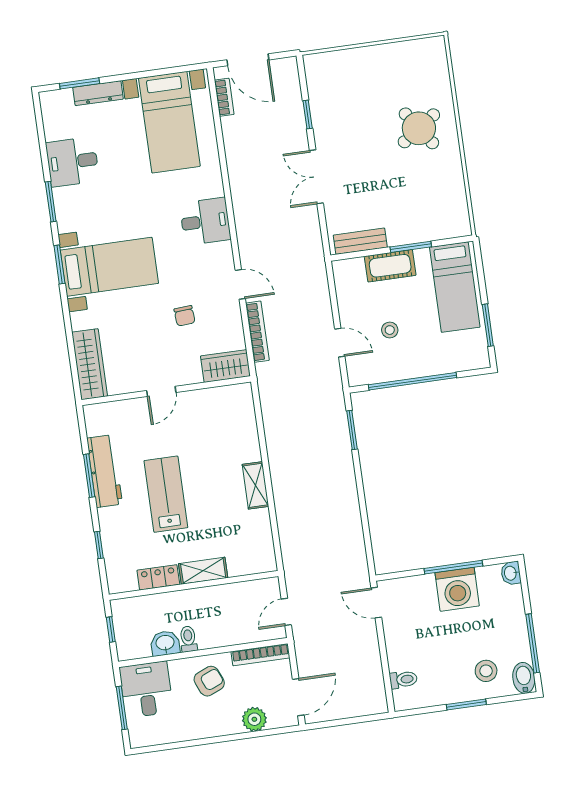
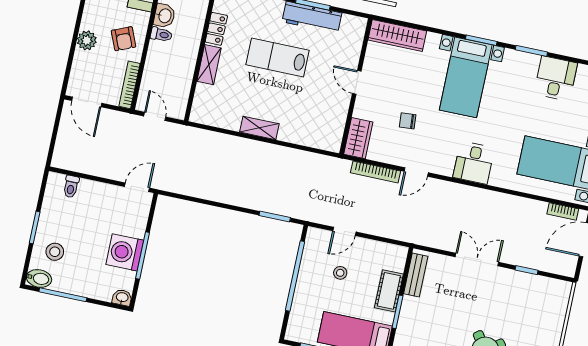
lab bench: (166, 494) -> (277, 58), turned 180
plant: (254, 719) -> (87, 40), moved

